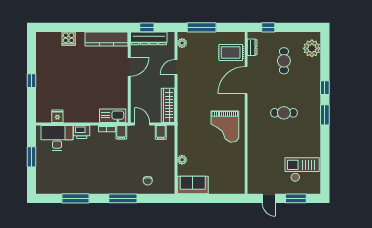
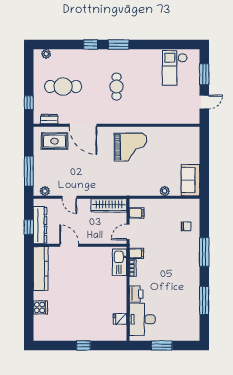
plant: (312, 48) -> (46, 54), width x0.53, depth x0.53
rug: (231, 52) -> (55, 141), turned 90
cafe table: (284, 61) -> (63, 87), width x1.37, depth x1.35

